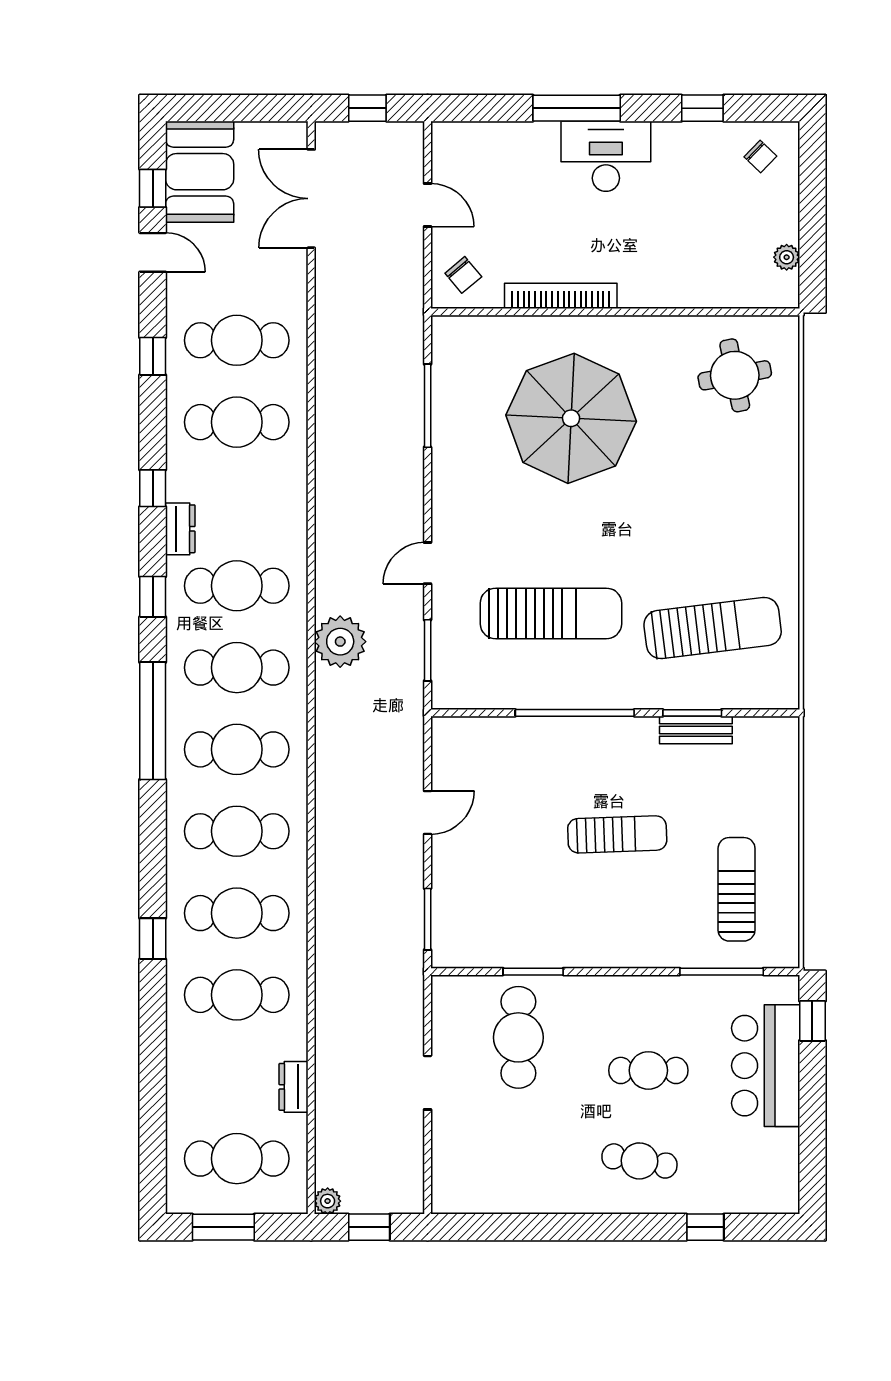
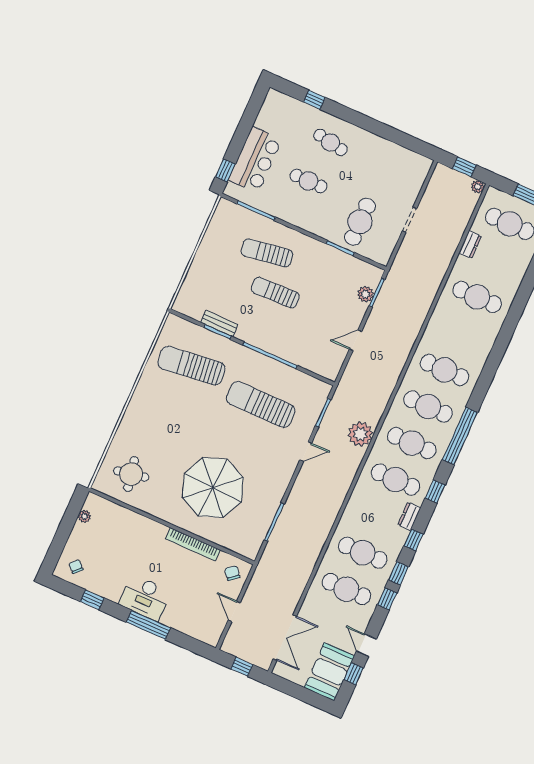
sun lounger: (737, 889) -> (267, 253), moved, turned 81
plant: (447, 907) -> (365, 294), added
cafe table: (237, 913) -> (461, 333), removed
window: (153, 939) -> (399, 573), moved

